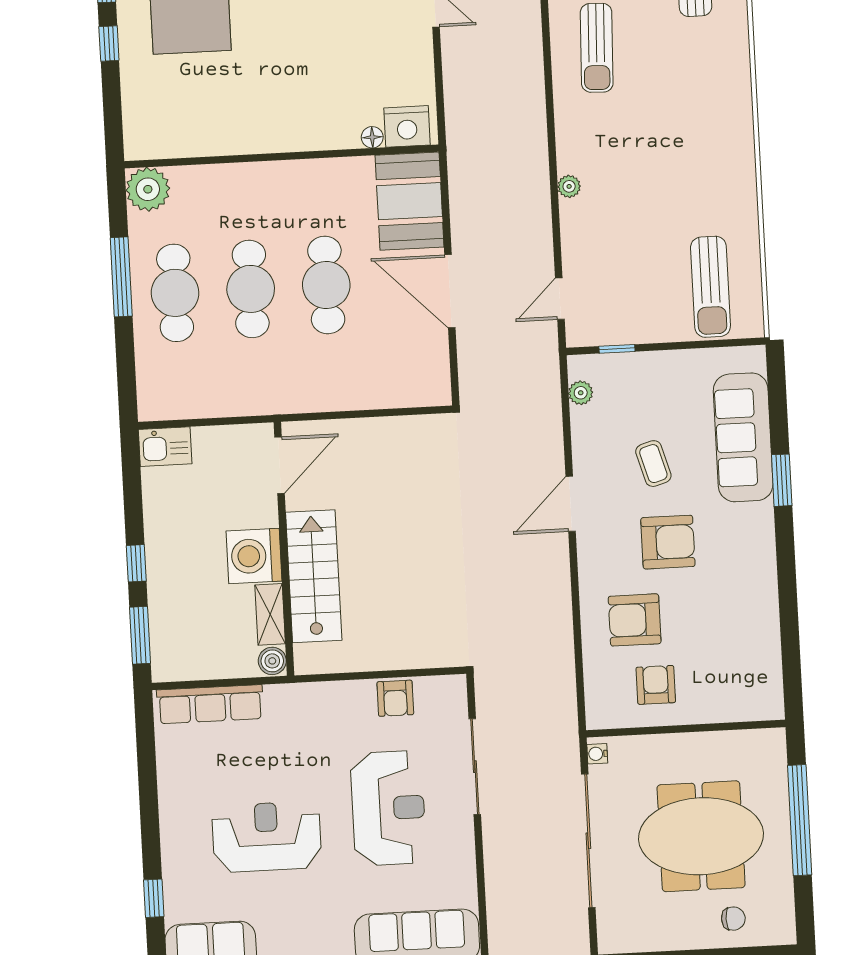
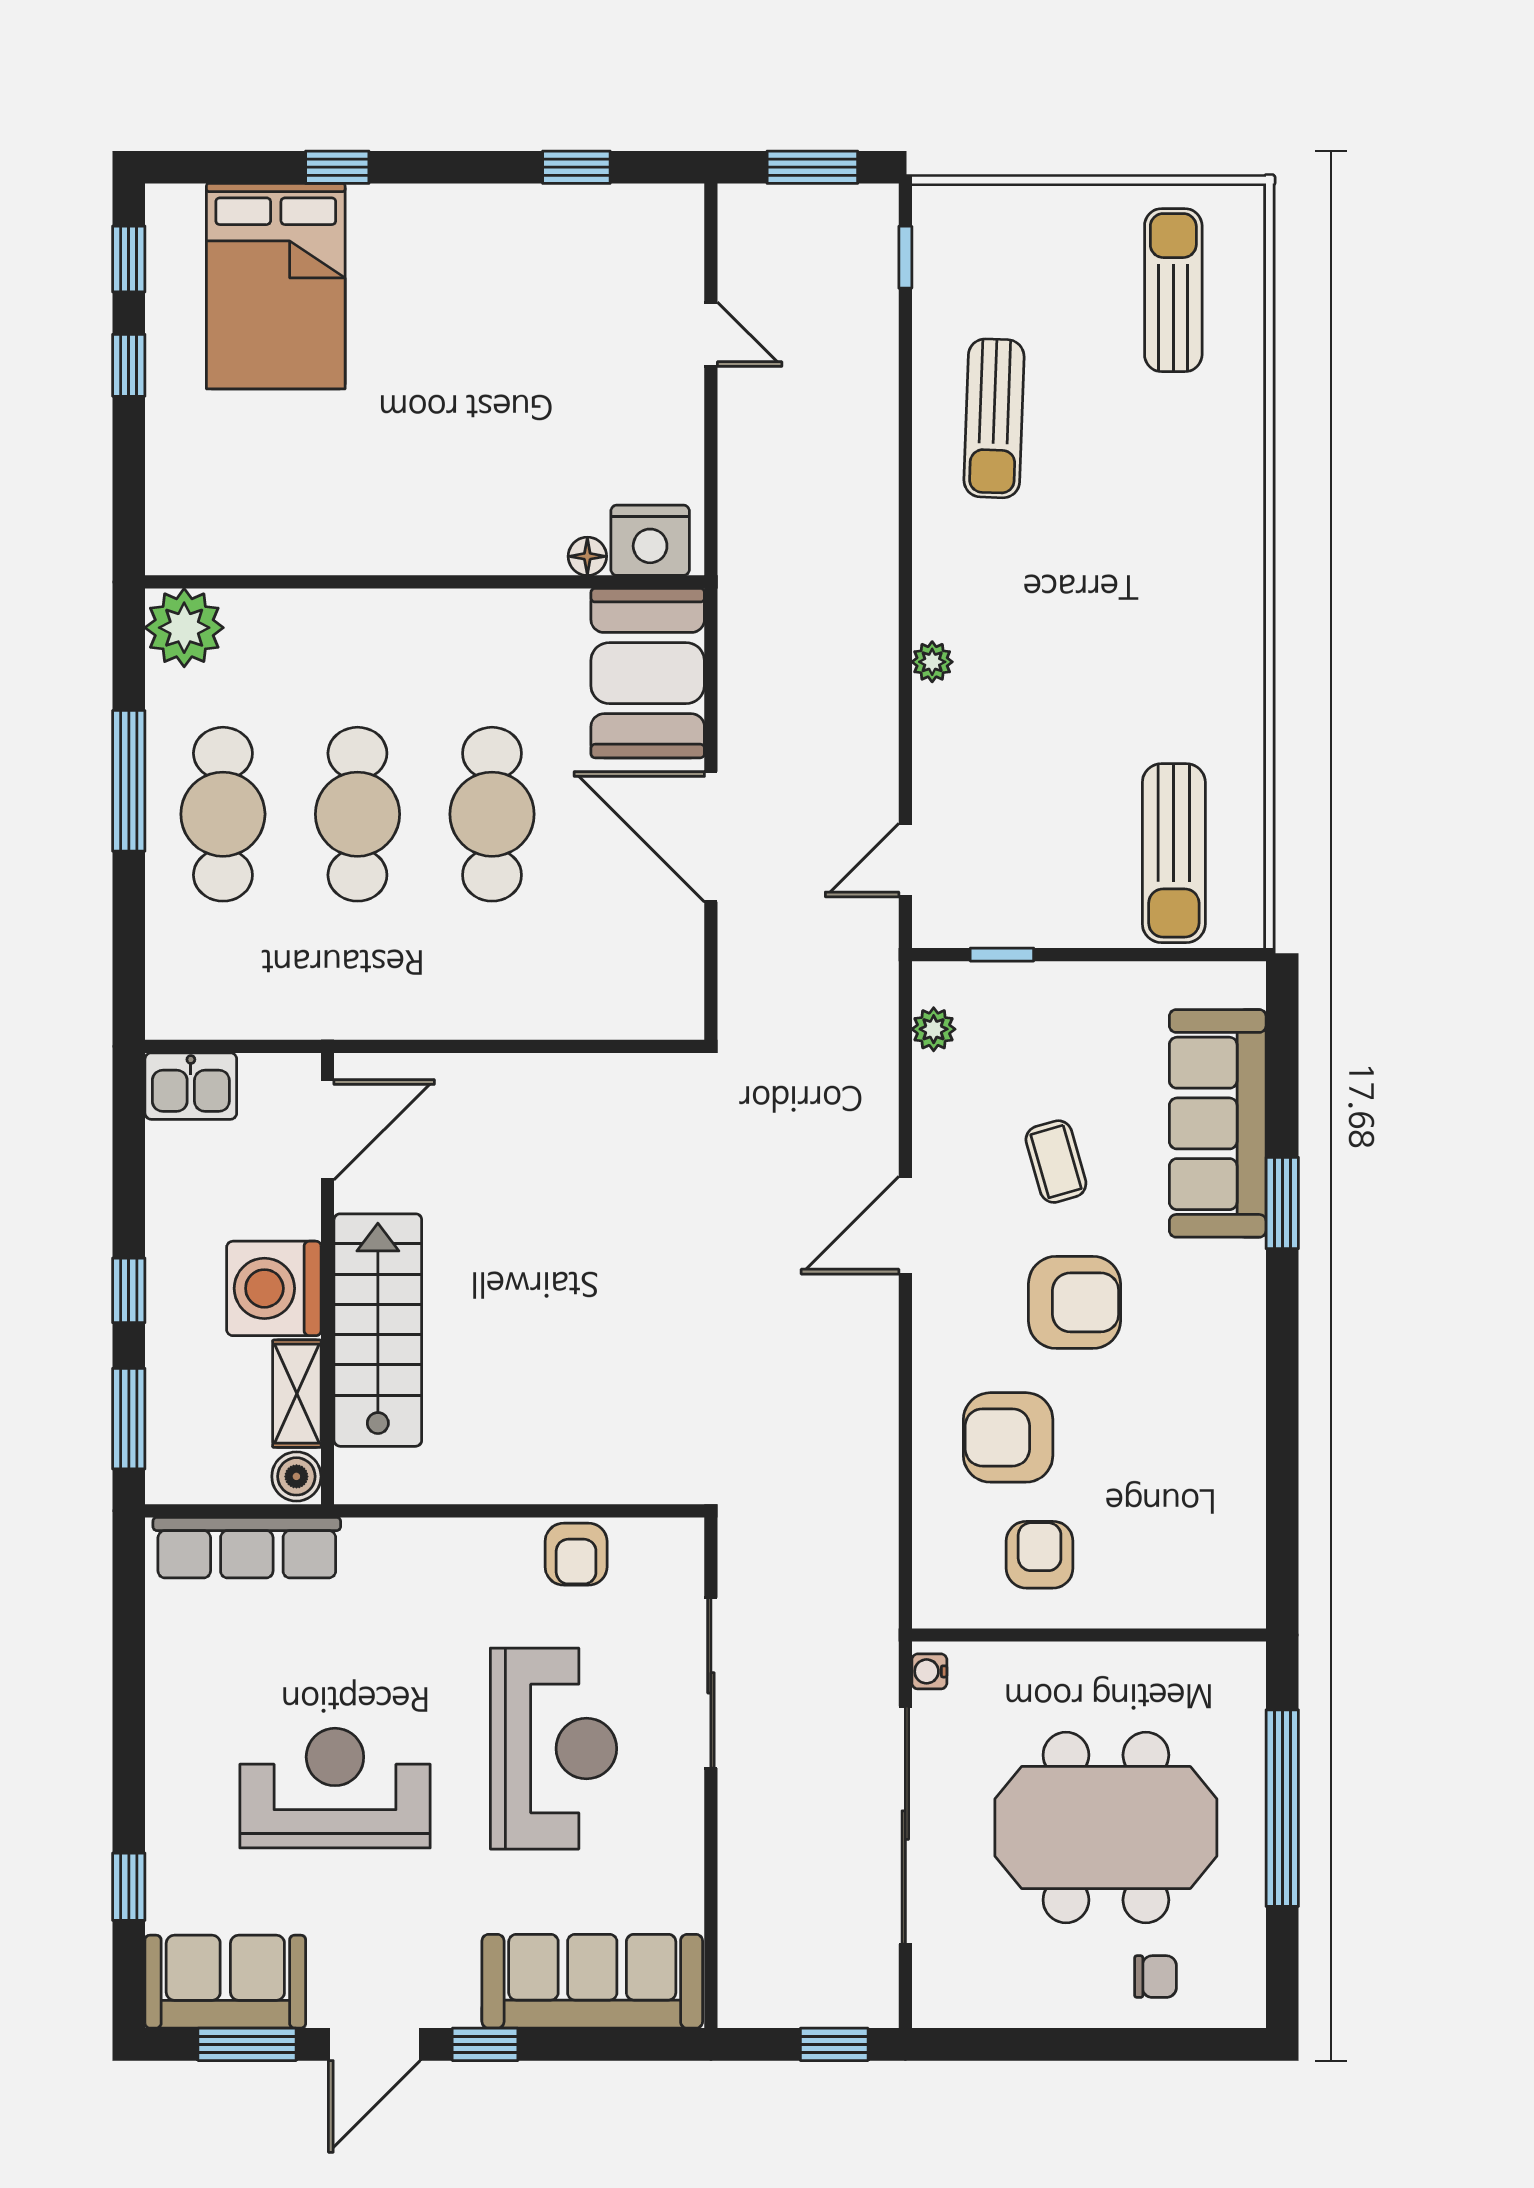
door: (280, 465) -> (328, 1130), moved
wall: (284, 549) -> (328, 1279), moved
washing machine: (254, 556) -> (274, 1288), moved
stairs: (314, 576) -> (378, 1330), moved
shelving: (270, 614) -> (297, 1394), moved
boiler: (272, 661) -> (296, 1476), moved

